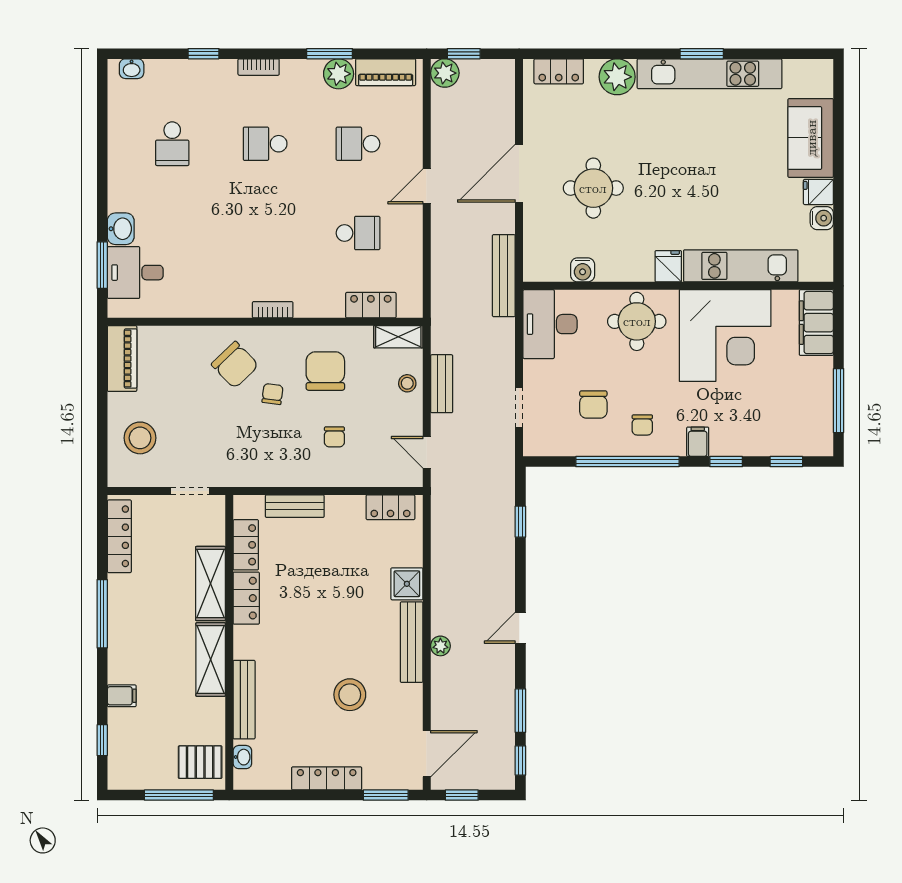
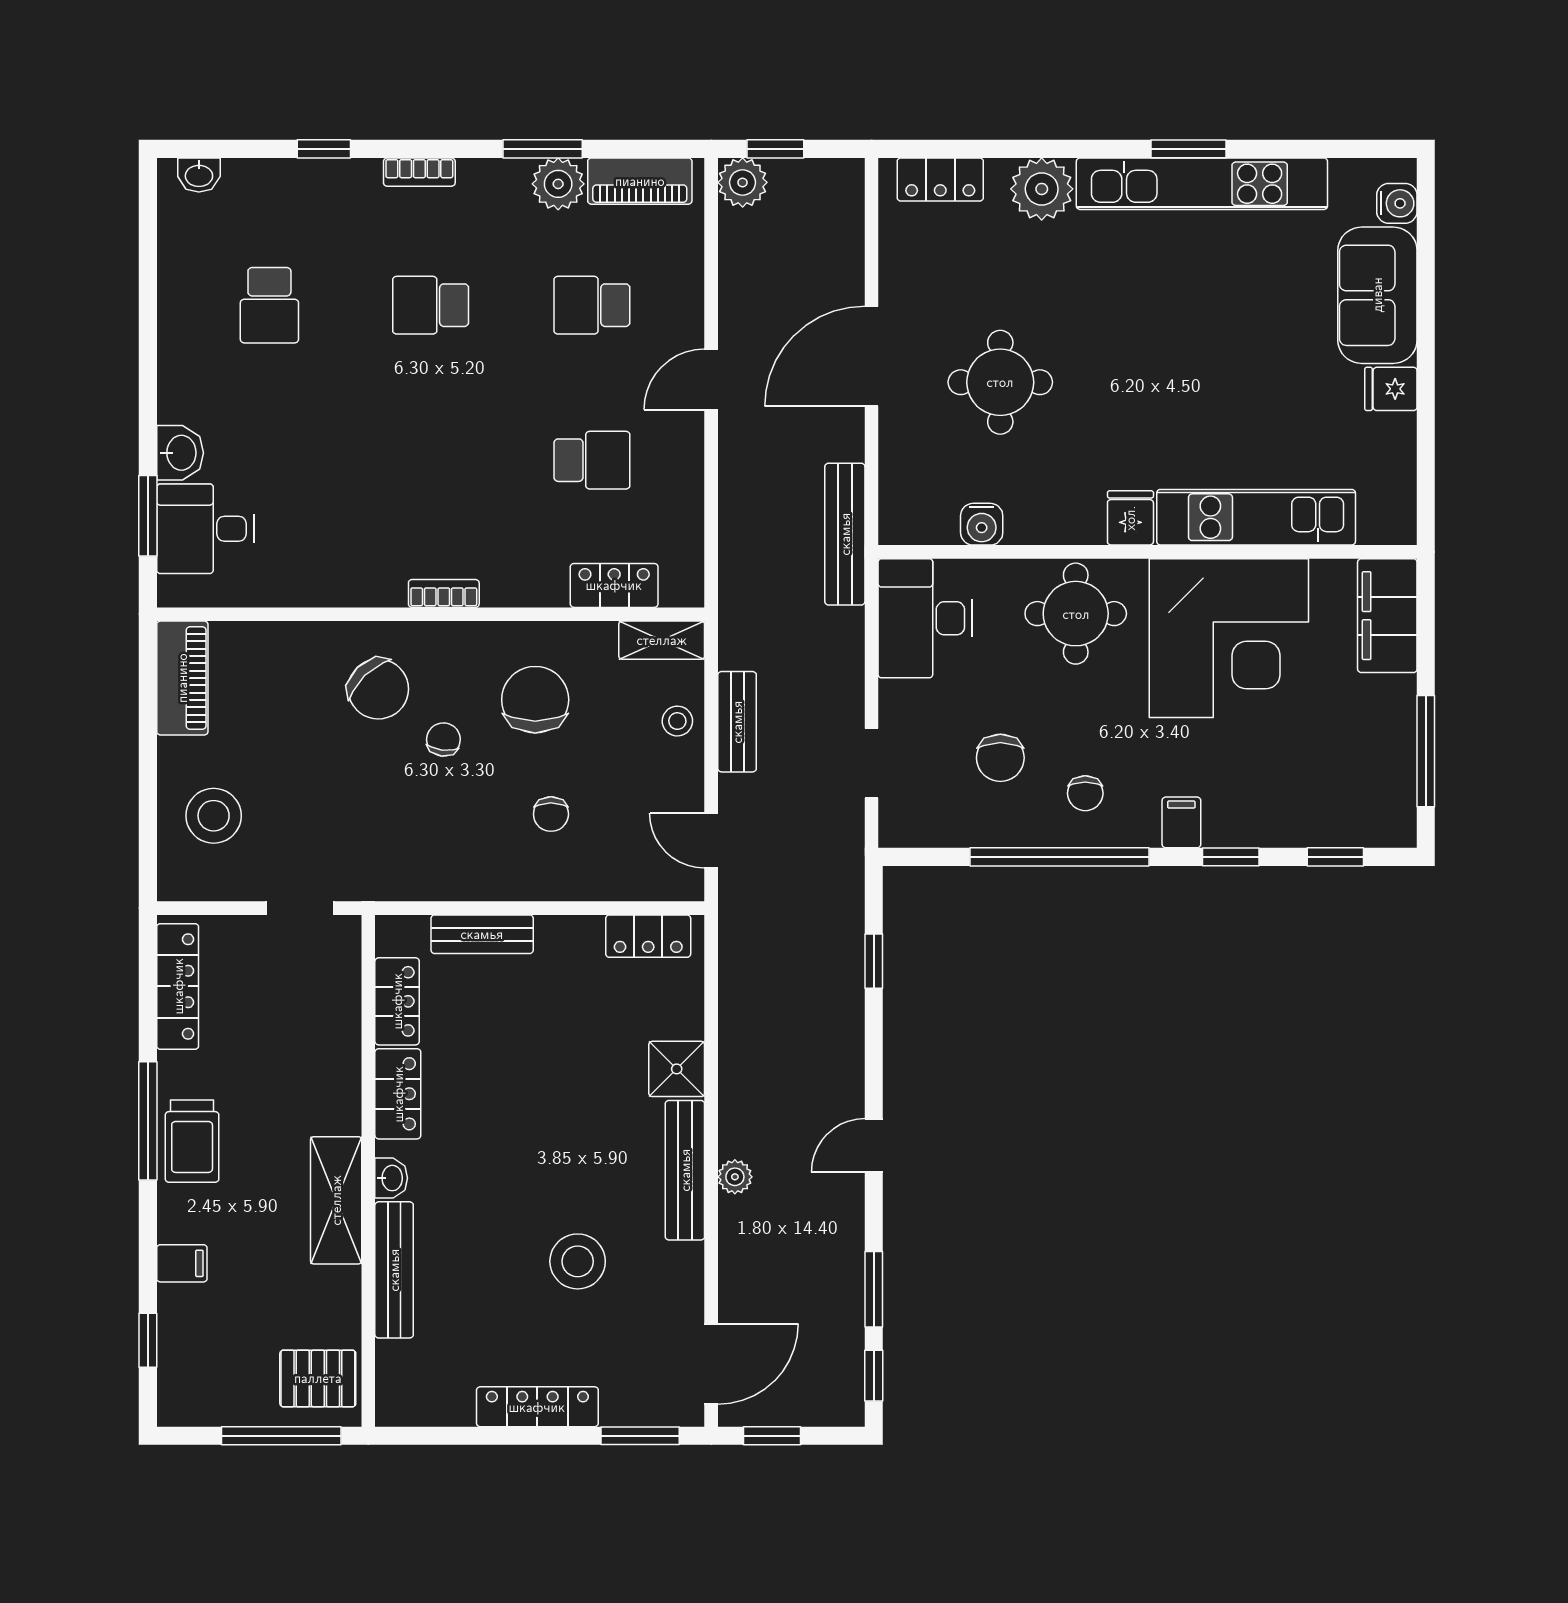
water cooler: (822, 218) -> (1397, 203), moved
shelving: (210, 584) -> (336, 1069), removed
trolley: (128, 625) -> (192, 1141), added
washbasin: (242, 757) -> (391, 1178), moved

